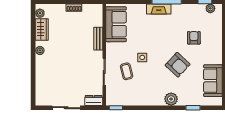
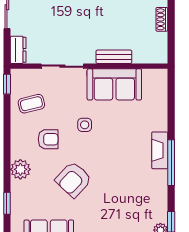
sofa: (116, 24) -> (114, 84), moved
armchair: (194, 38) -> (48, 139), moved
coffee table: (127, 71) -> (31, 104), moved

